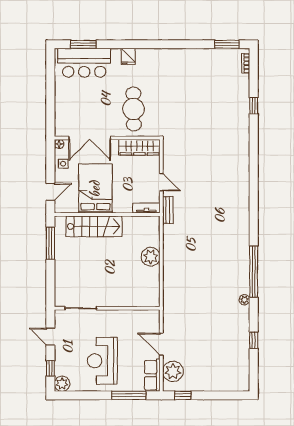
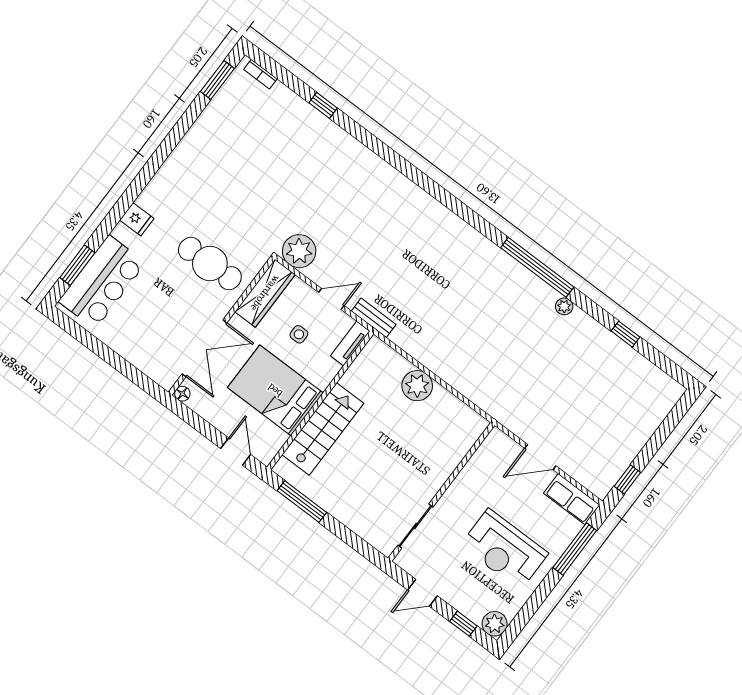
side table: (63, 164) -> (299, 334), moved
plant: (173, 371) -> (299, 251), moved

